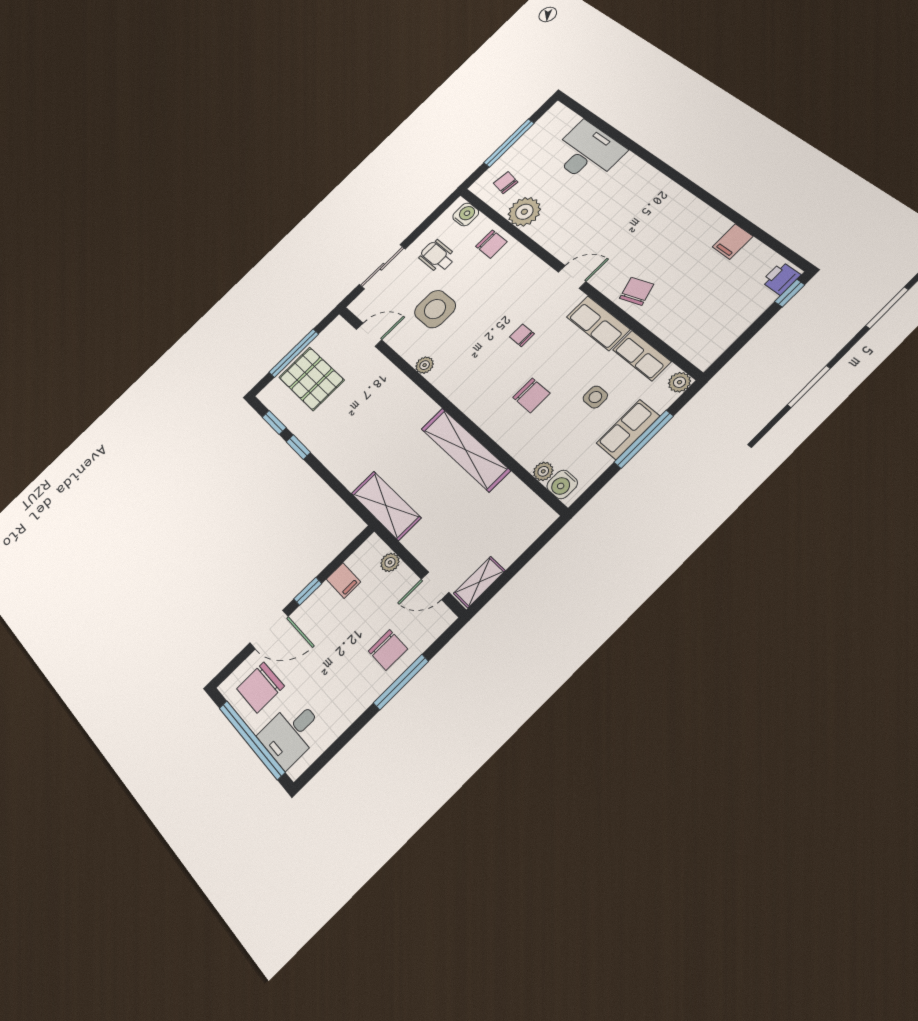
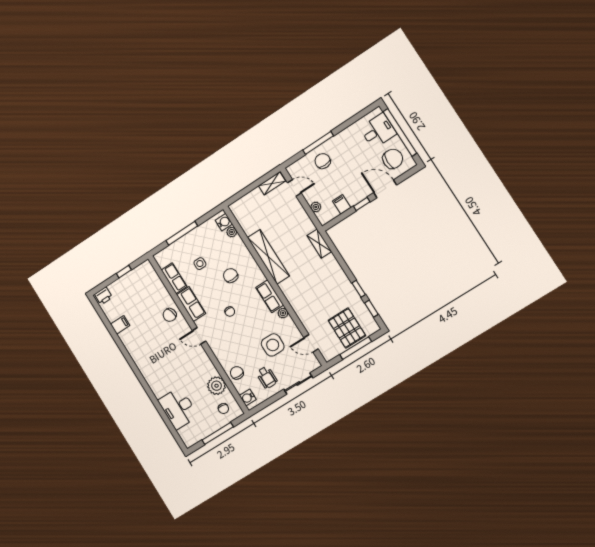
window: (790, 293) -> (124, 272), moved
plant: (679, 382) -> (160, 258), removed
row of seats: (628, 430) -> (270, 296), moved, turned 90
shelving: (386, 506) -> (319, 244), width x0.67, depth x0.75

